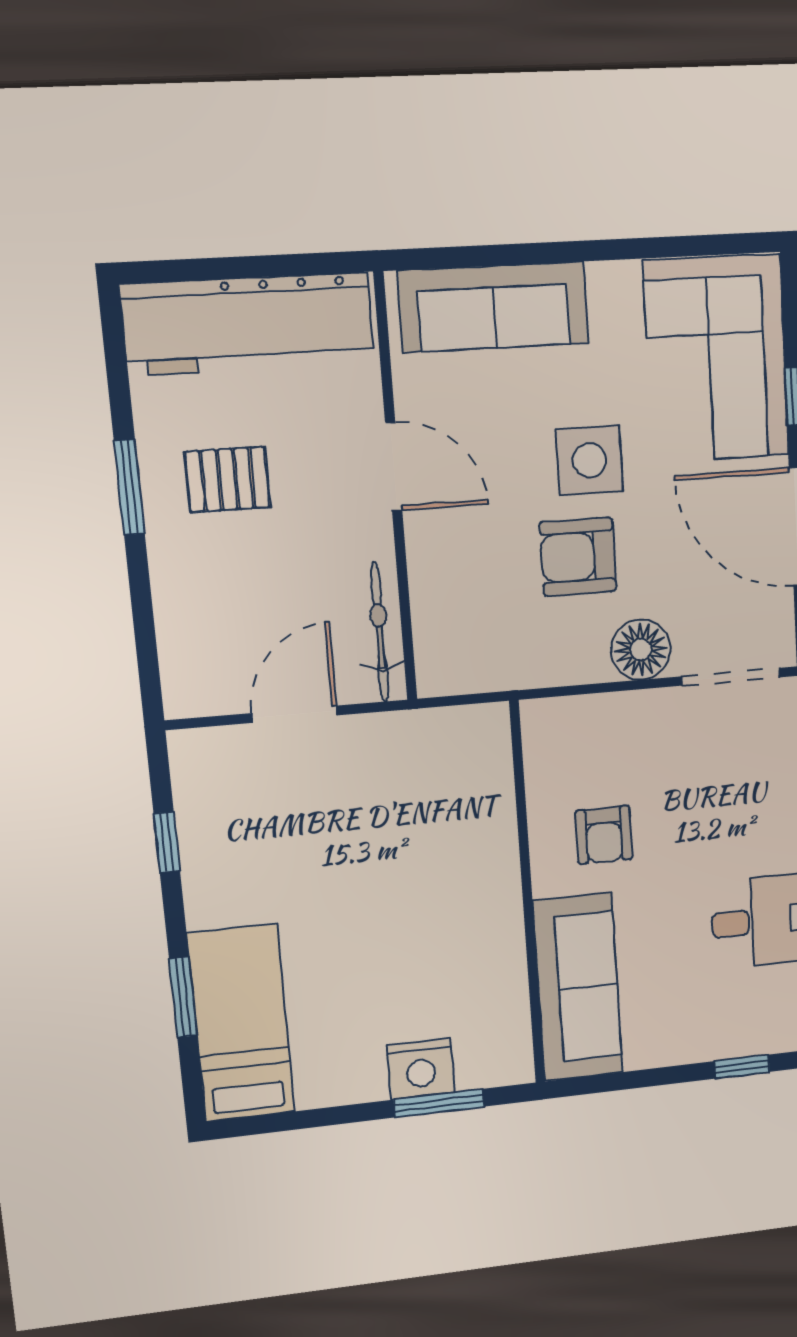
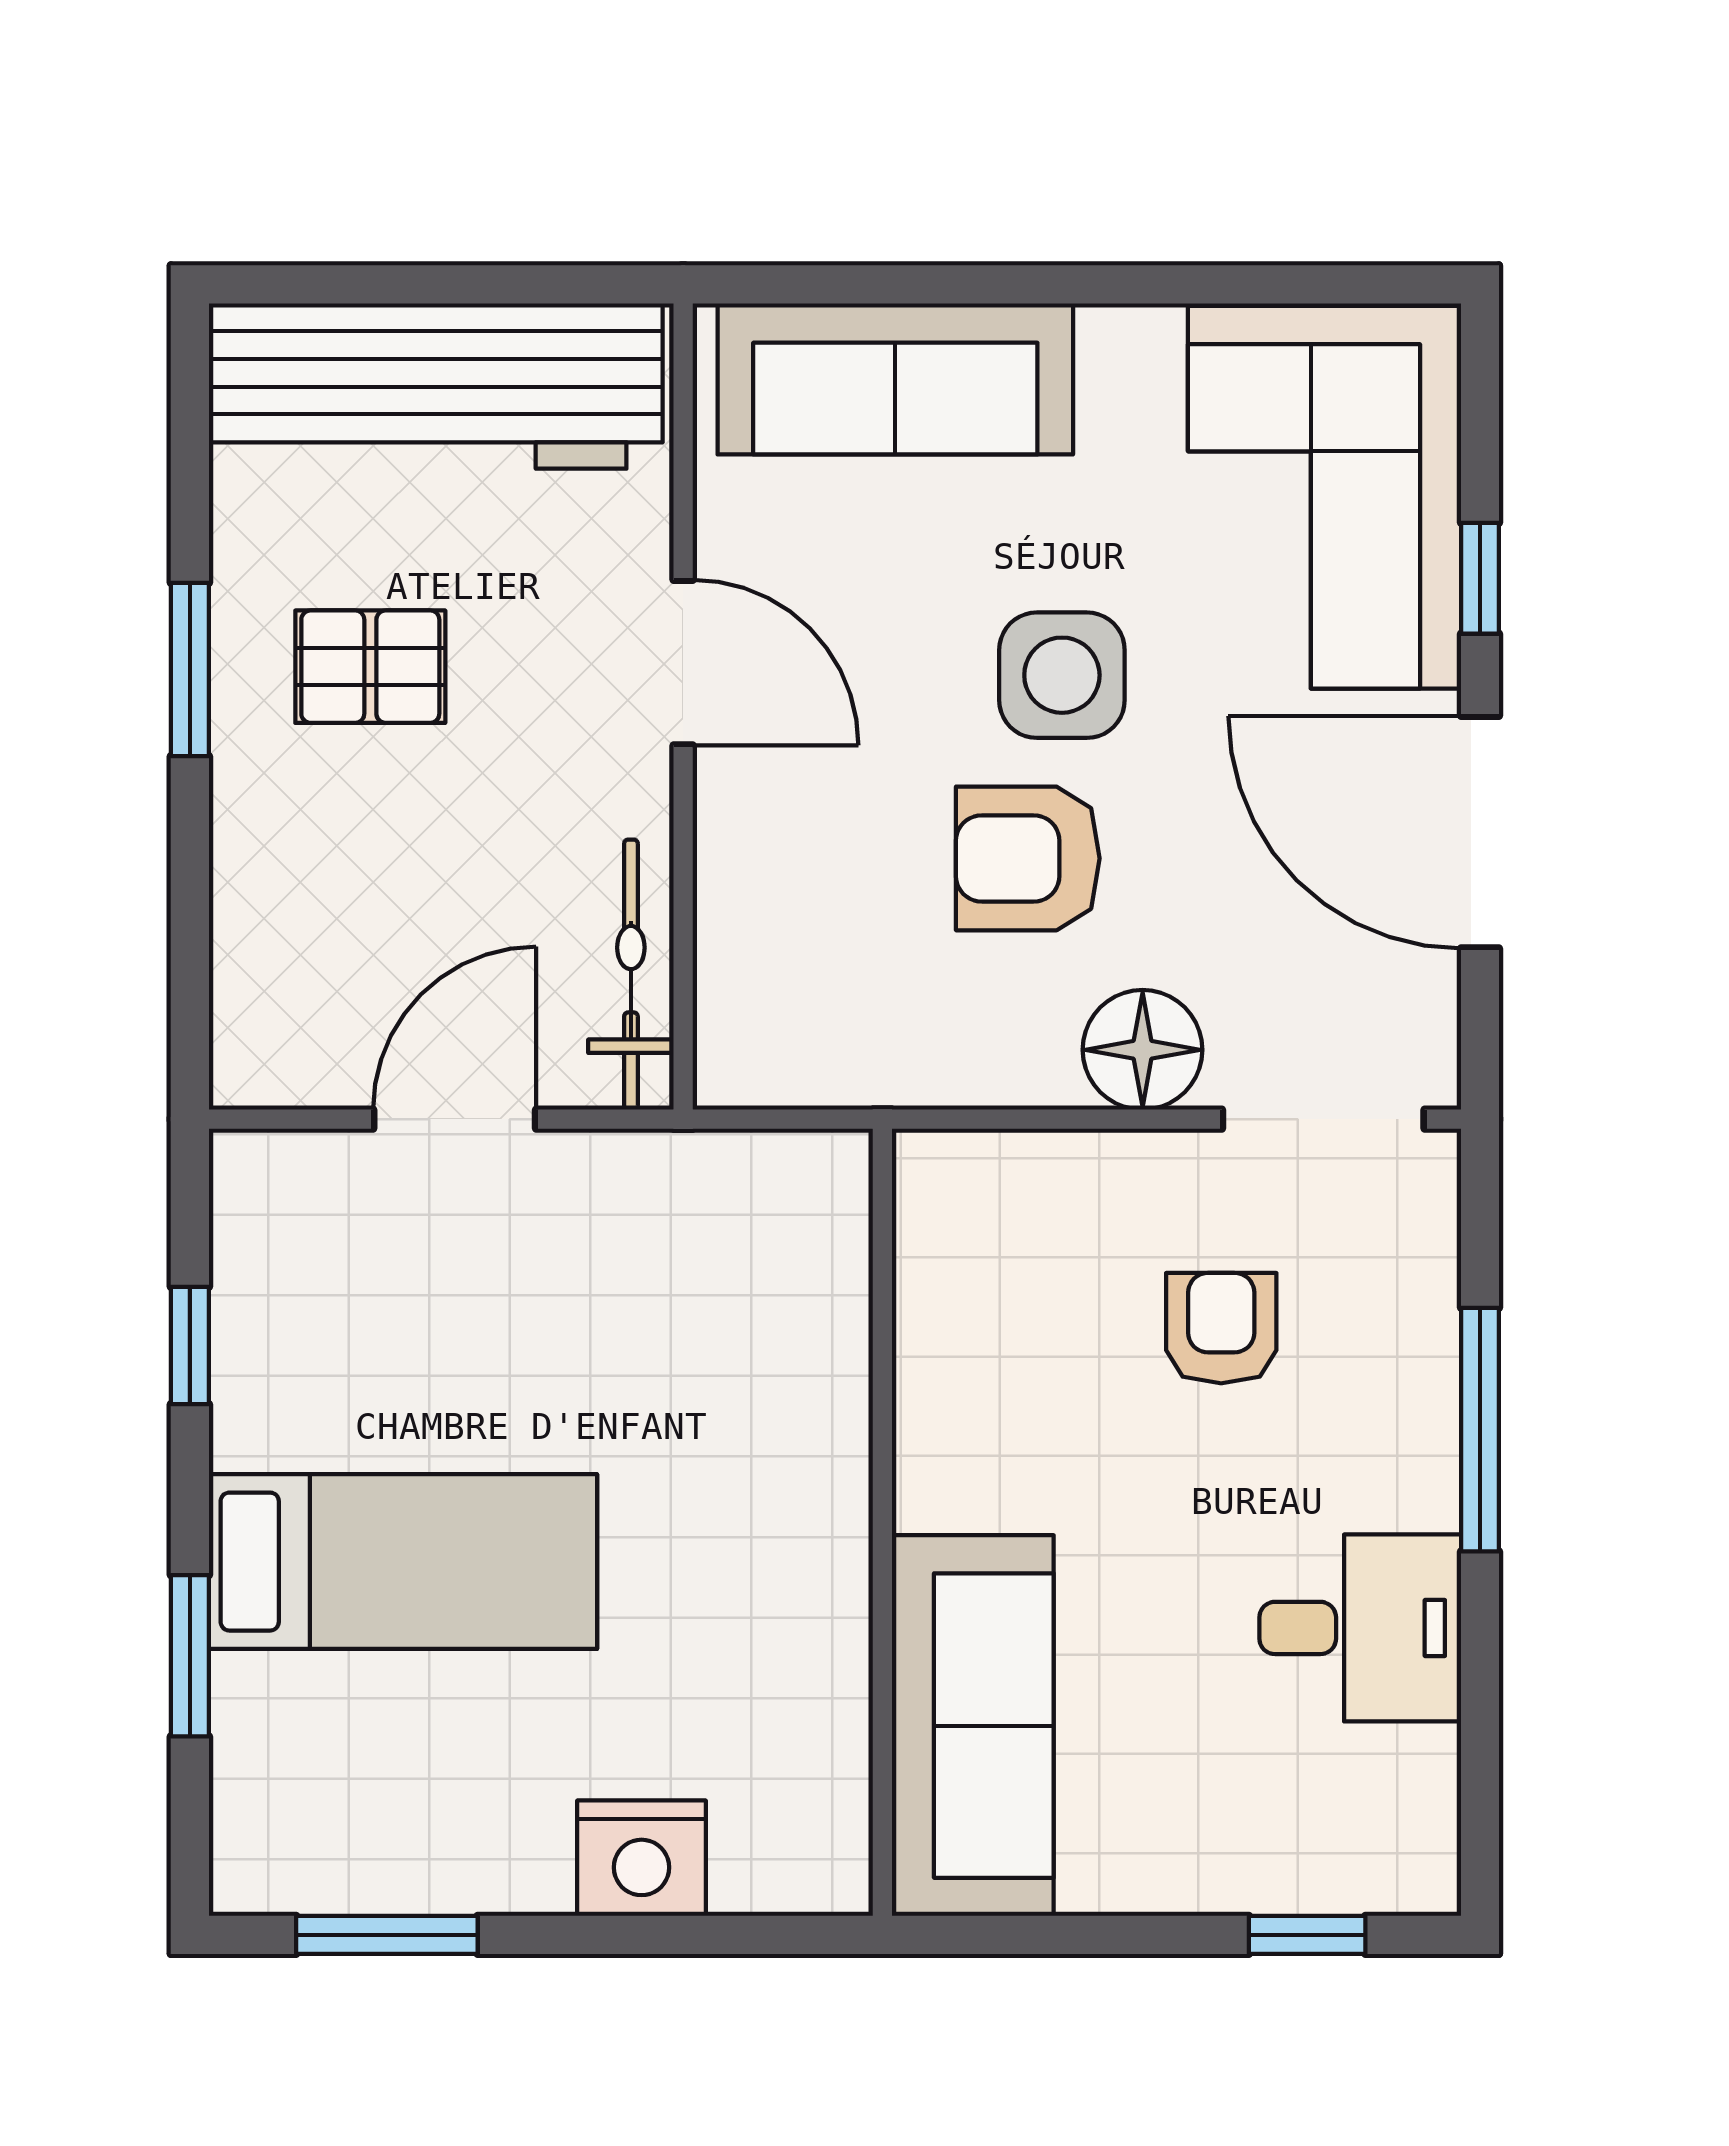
armchair: (604, 835) -> (1221, 1328), moved, turned 180
bed: (241, 1023) -> (403, 1562), moved, turned 90
window: (439, 1103) -> (387, 1935), moved

